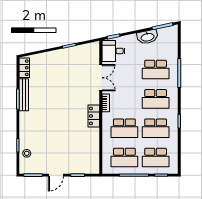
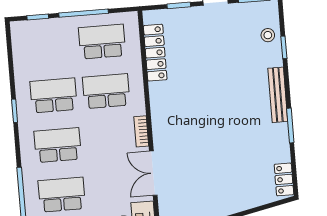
bench: (24, 95) -> (278, 95), moved
locker: (94, 116) -> (155, 53), moved, width x1.53
school desk: (156, 158) -> (49, 46), removed

